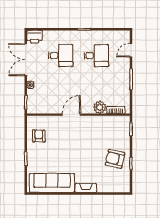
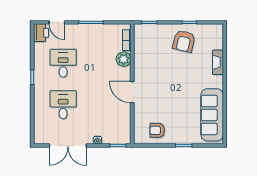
printer: (35, 37) -> (41, 33), moved
fireplace: (86, 188) -> (218, 62), moved

